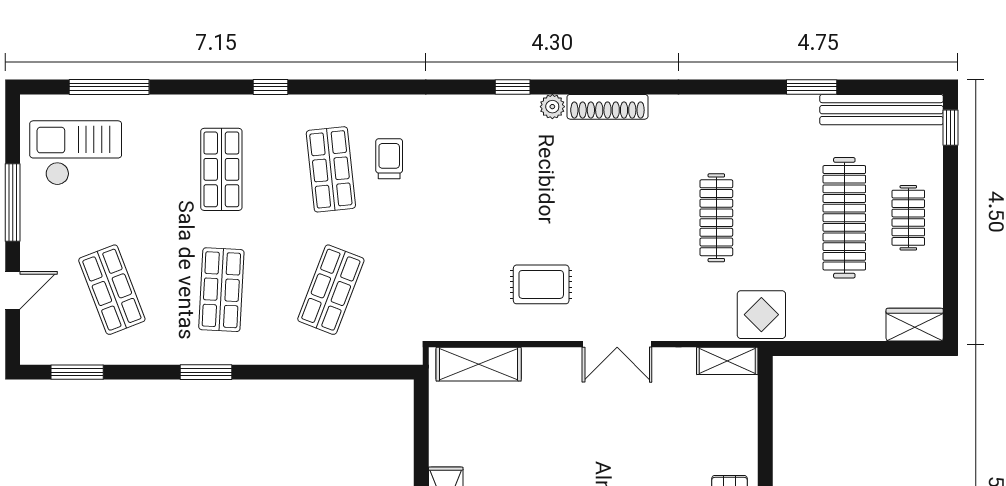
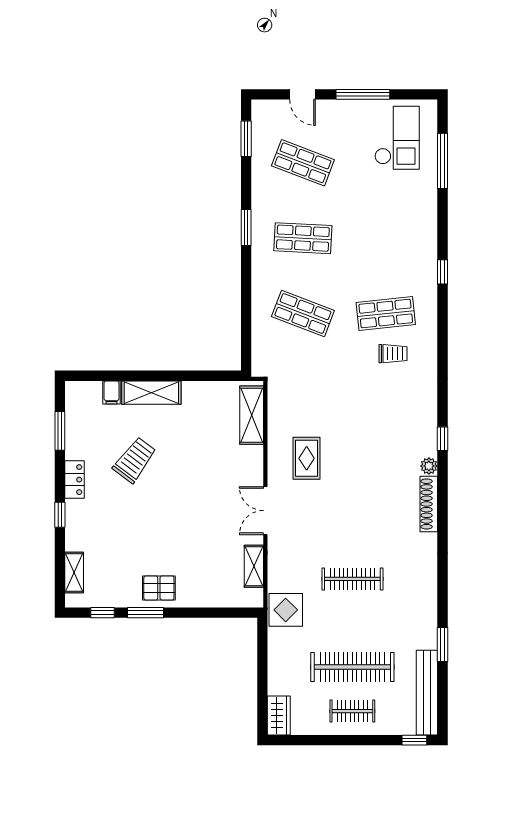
shop shelf: (221, 169) -> (386, 238), removed
shop shelf: (112, 290) -> (303, 163), turned 42
shelving: (727, 361) -> (254, 566), moved

